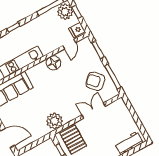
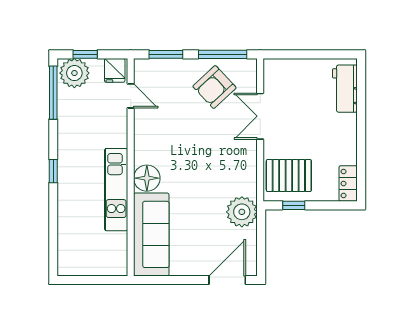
floor lamp: (53, 63) -> (147, 178), moved
plant: (55, 121) -> (242, 212), moved

